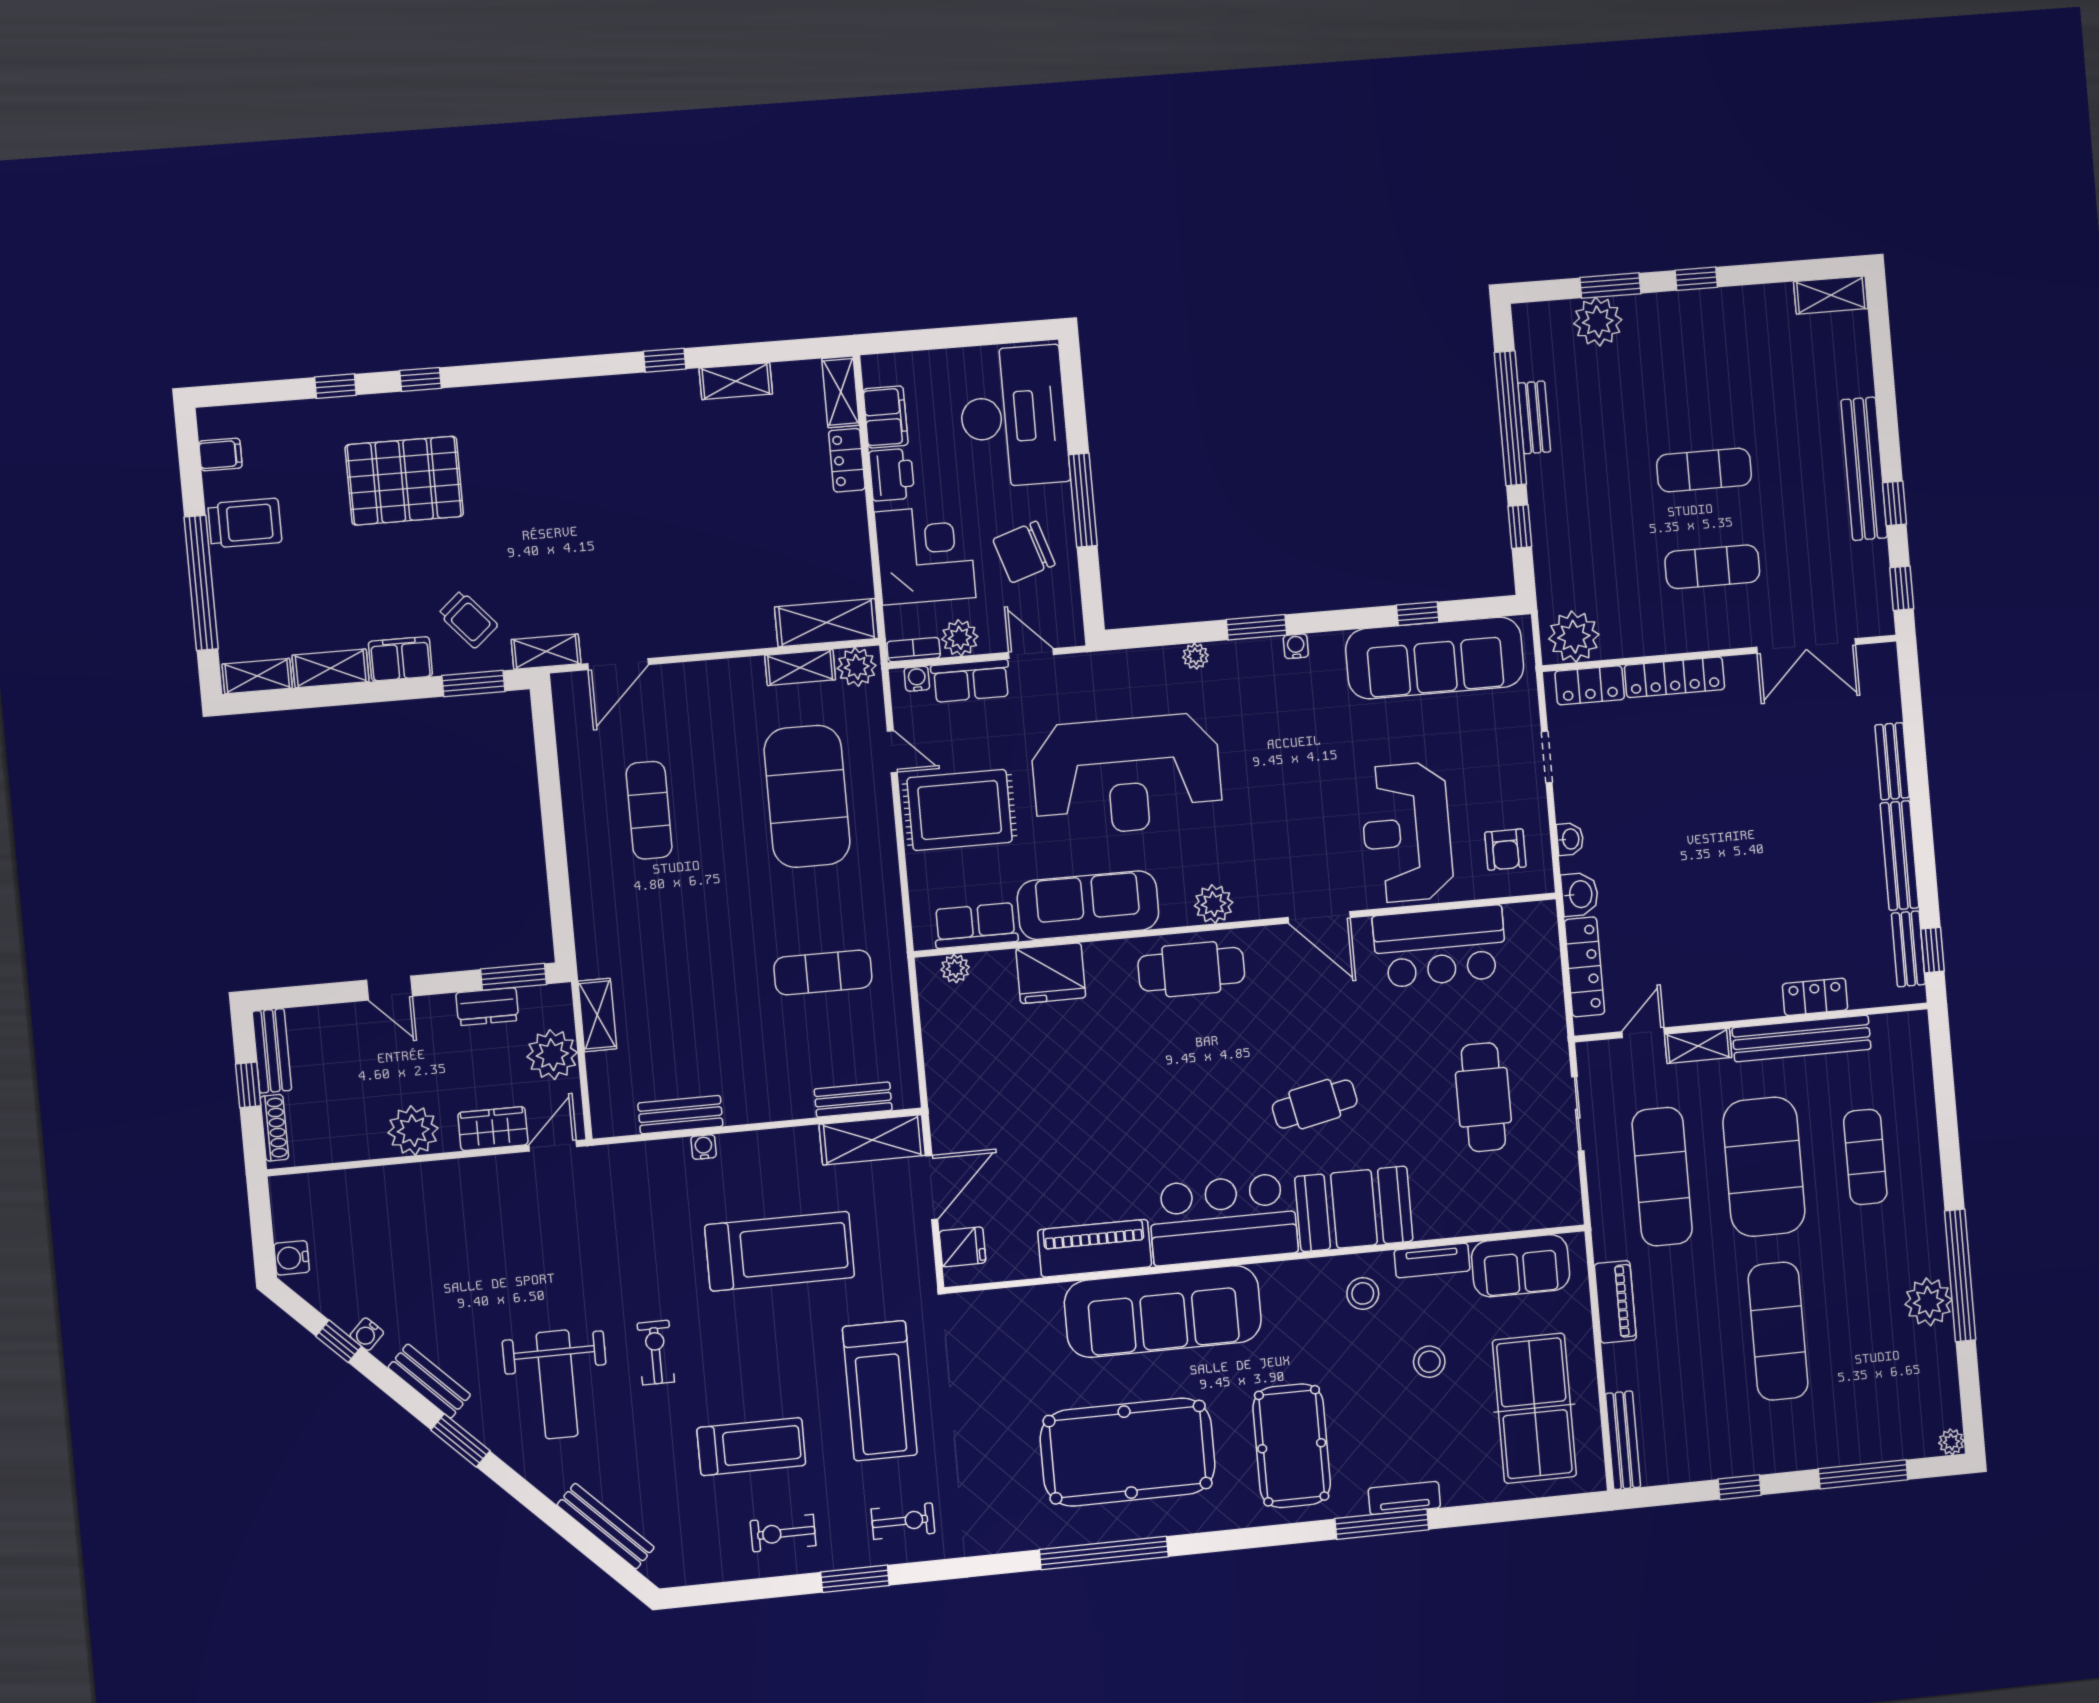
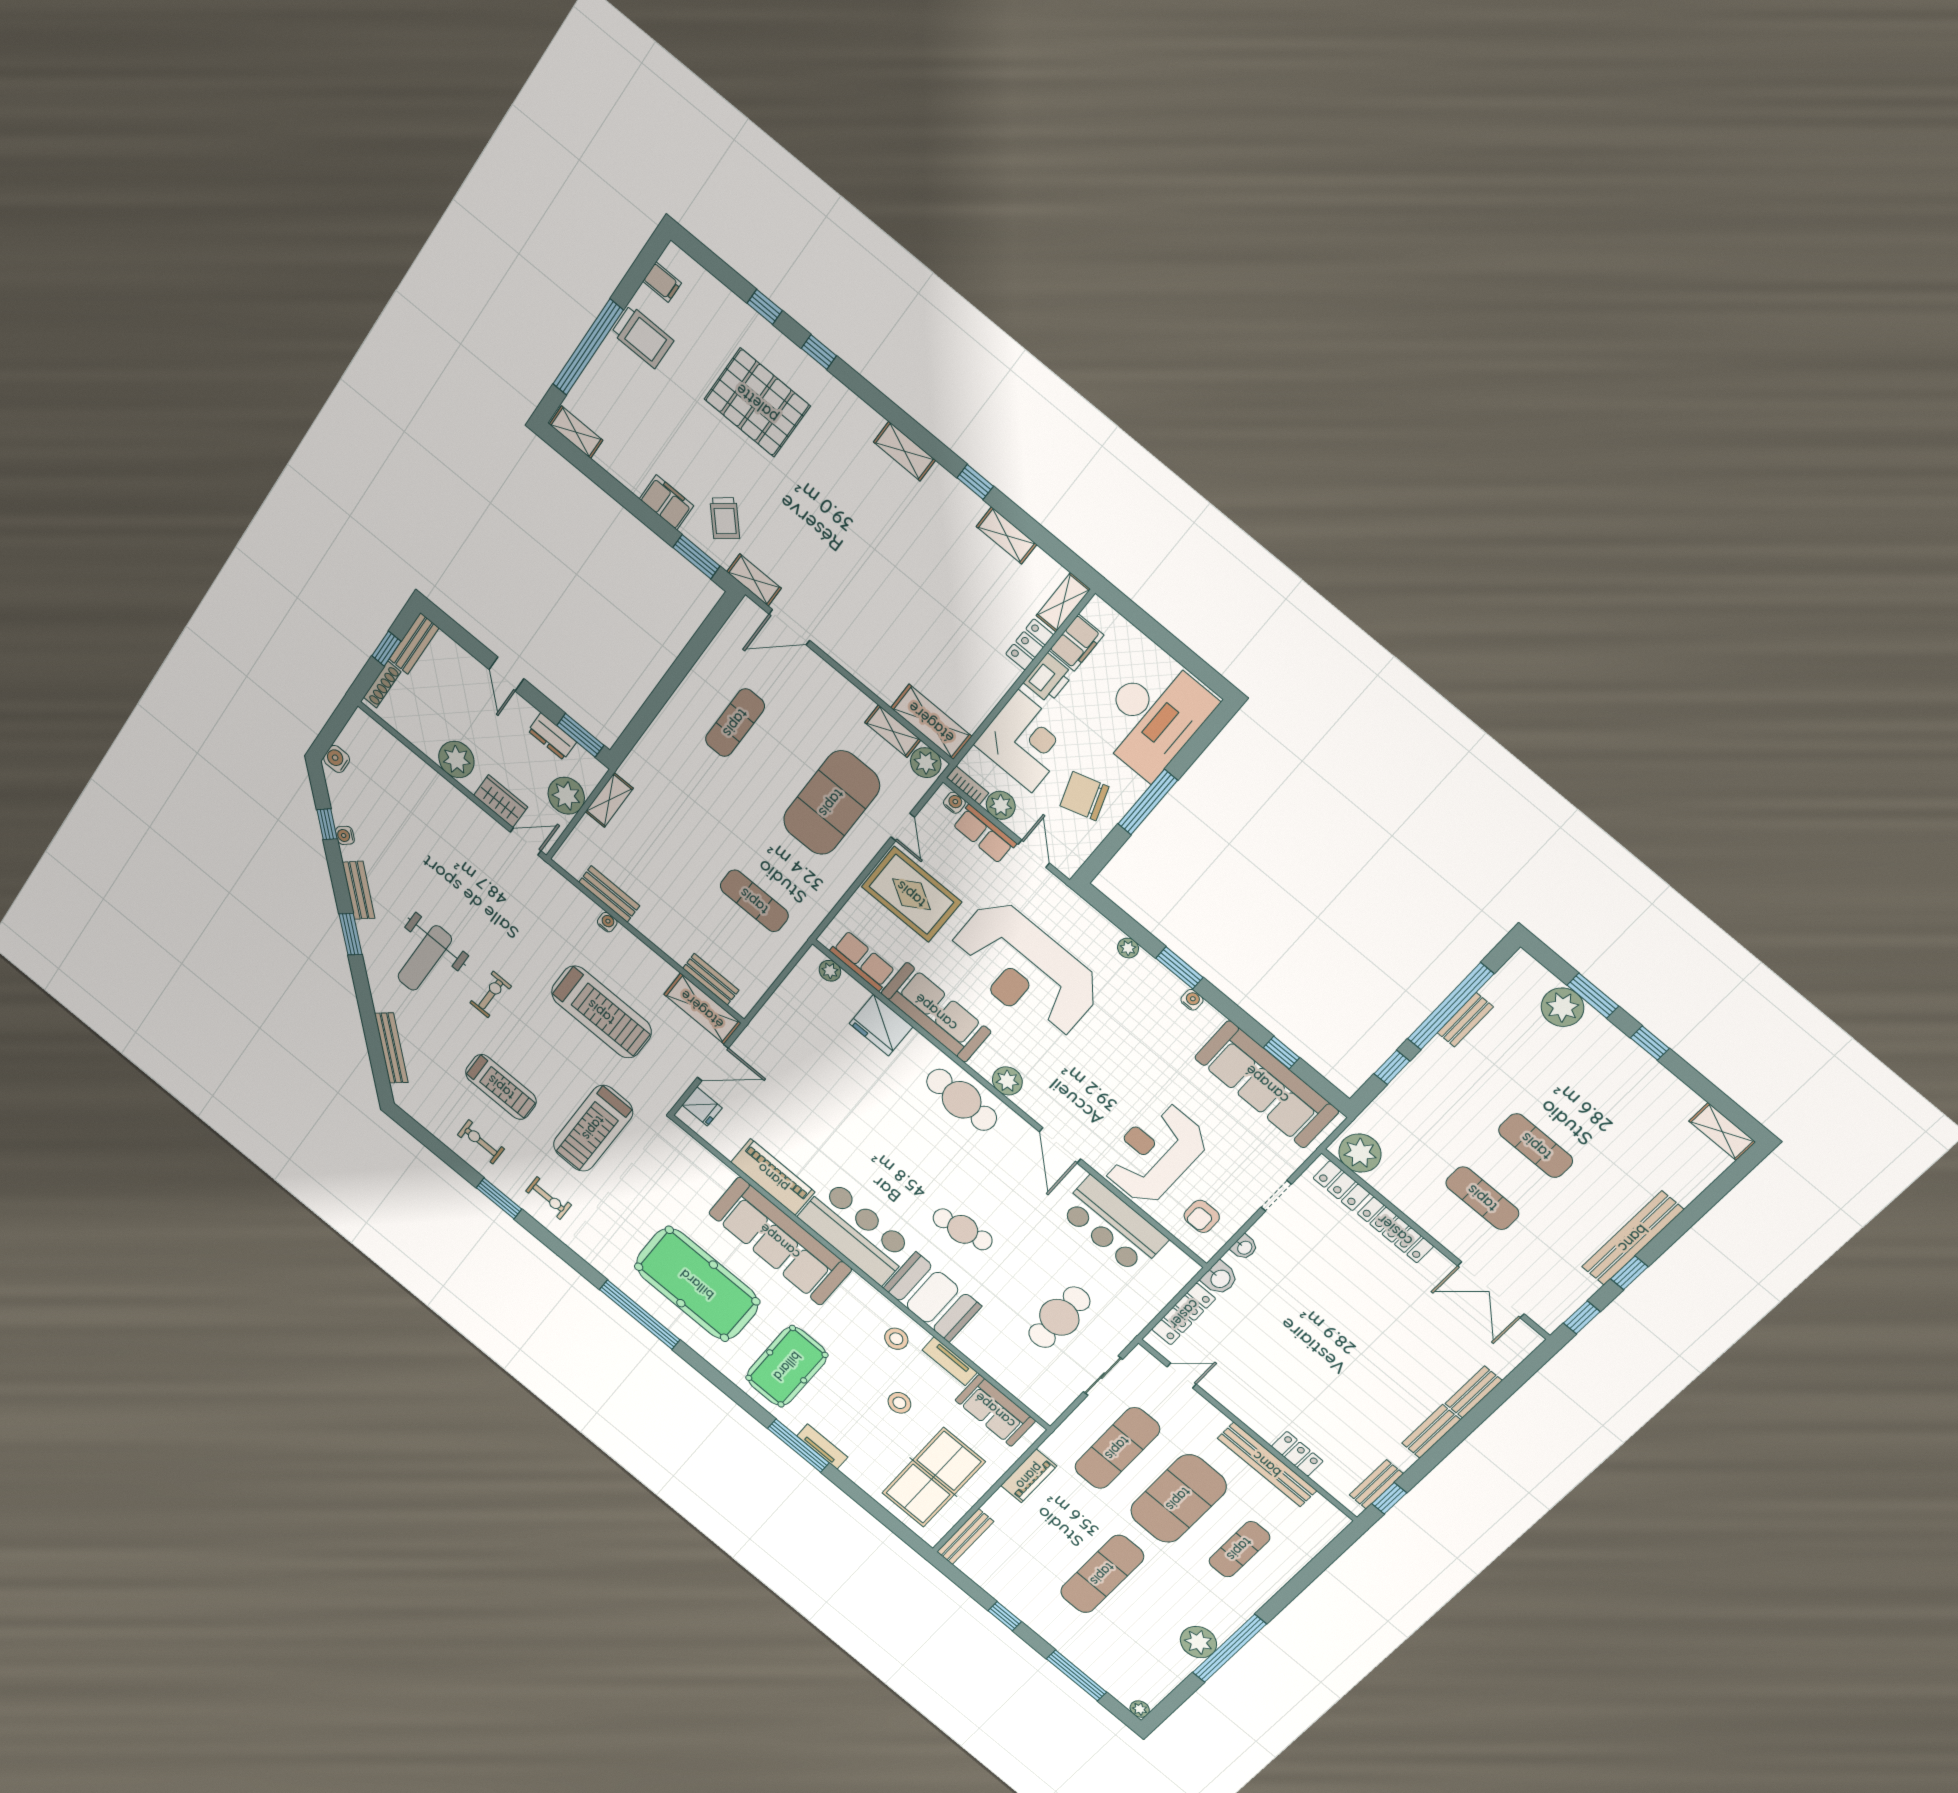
shelving: (331, 668) -> (904, 451), moved
bench: (1899, 855) -> (1431, 1431), width x0.73
shelving: (1698, 1046) -> (1205, 1411), removed

